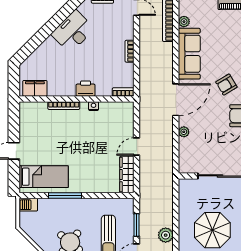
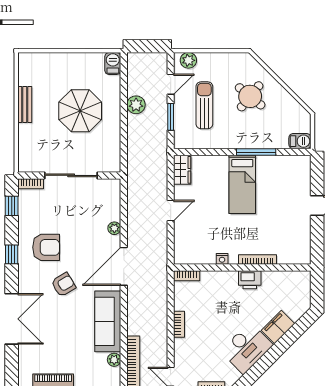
filing cabinet: (35, 88) -> (278, 327), moved, turned 135
printer: (86, 89) -> (250, 280), moved
wardrobe: (127, 175) -> (182, 170), width x0.67
bed: (44, 177) -> (242, 184), moved, turned -90

